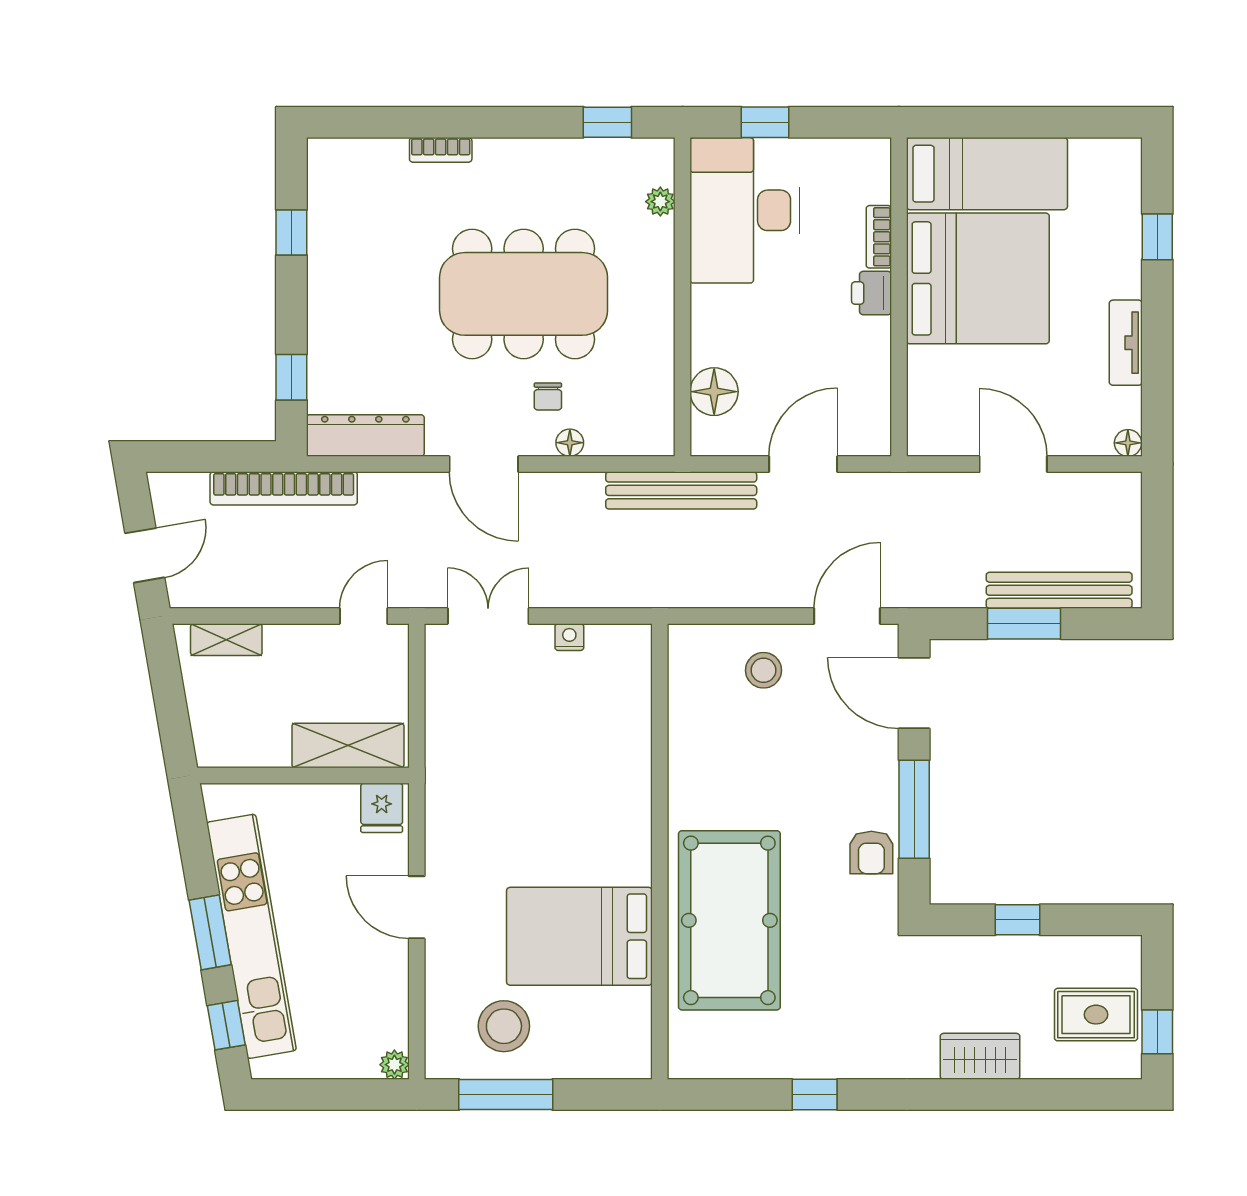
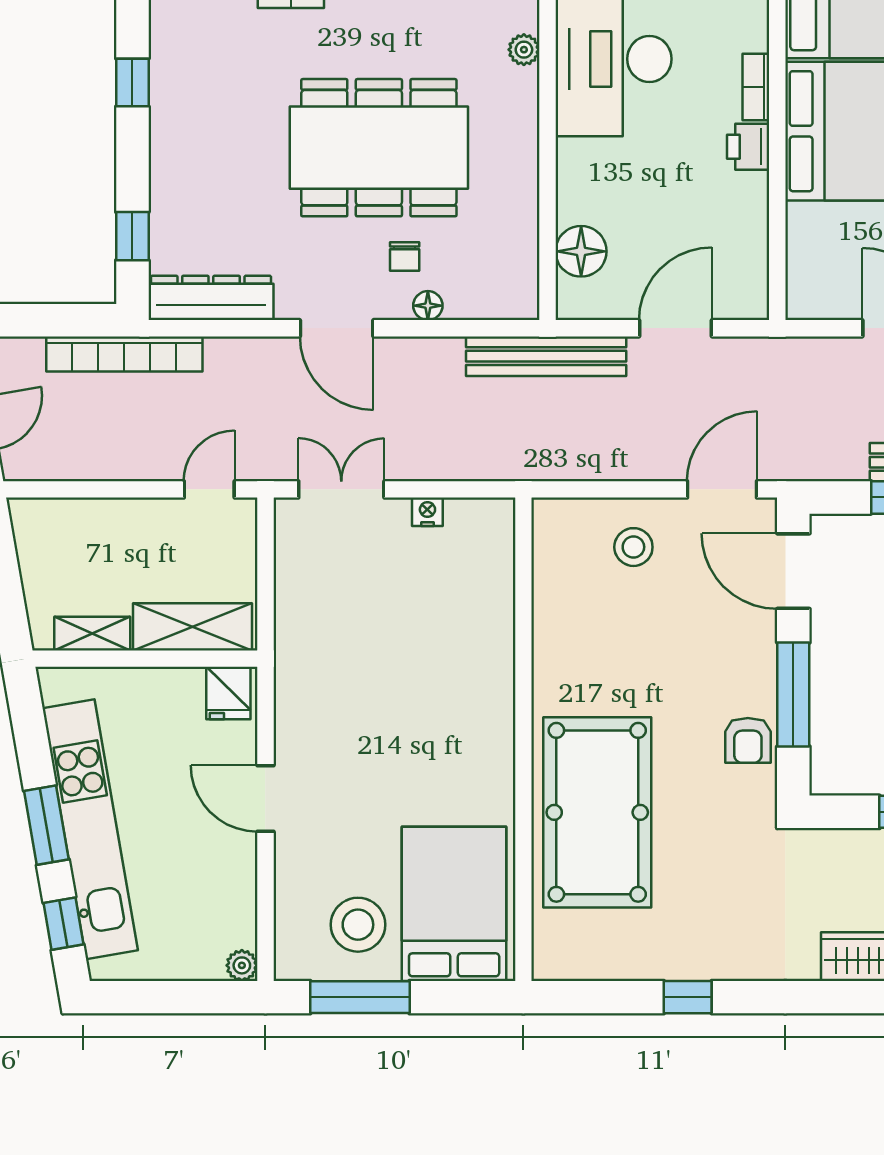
shelving: (226, 640) -> (92, 634), moved
bed: (579, 936) -> (454, 904), moved, turned 90

